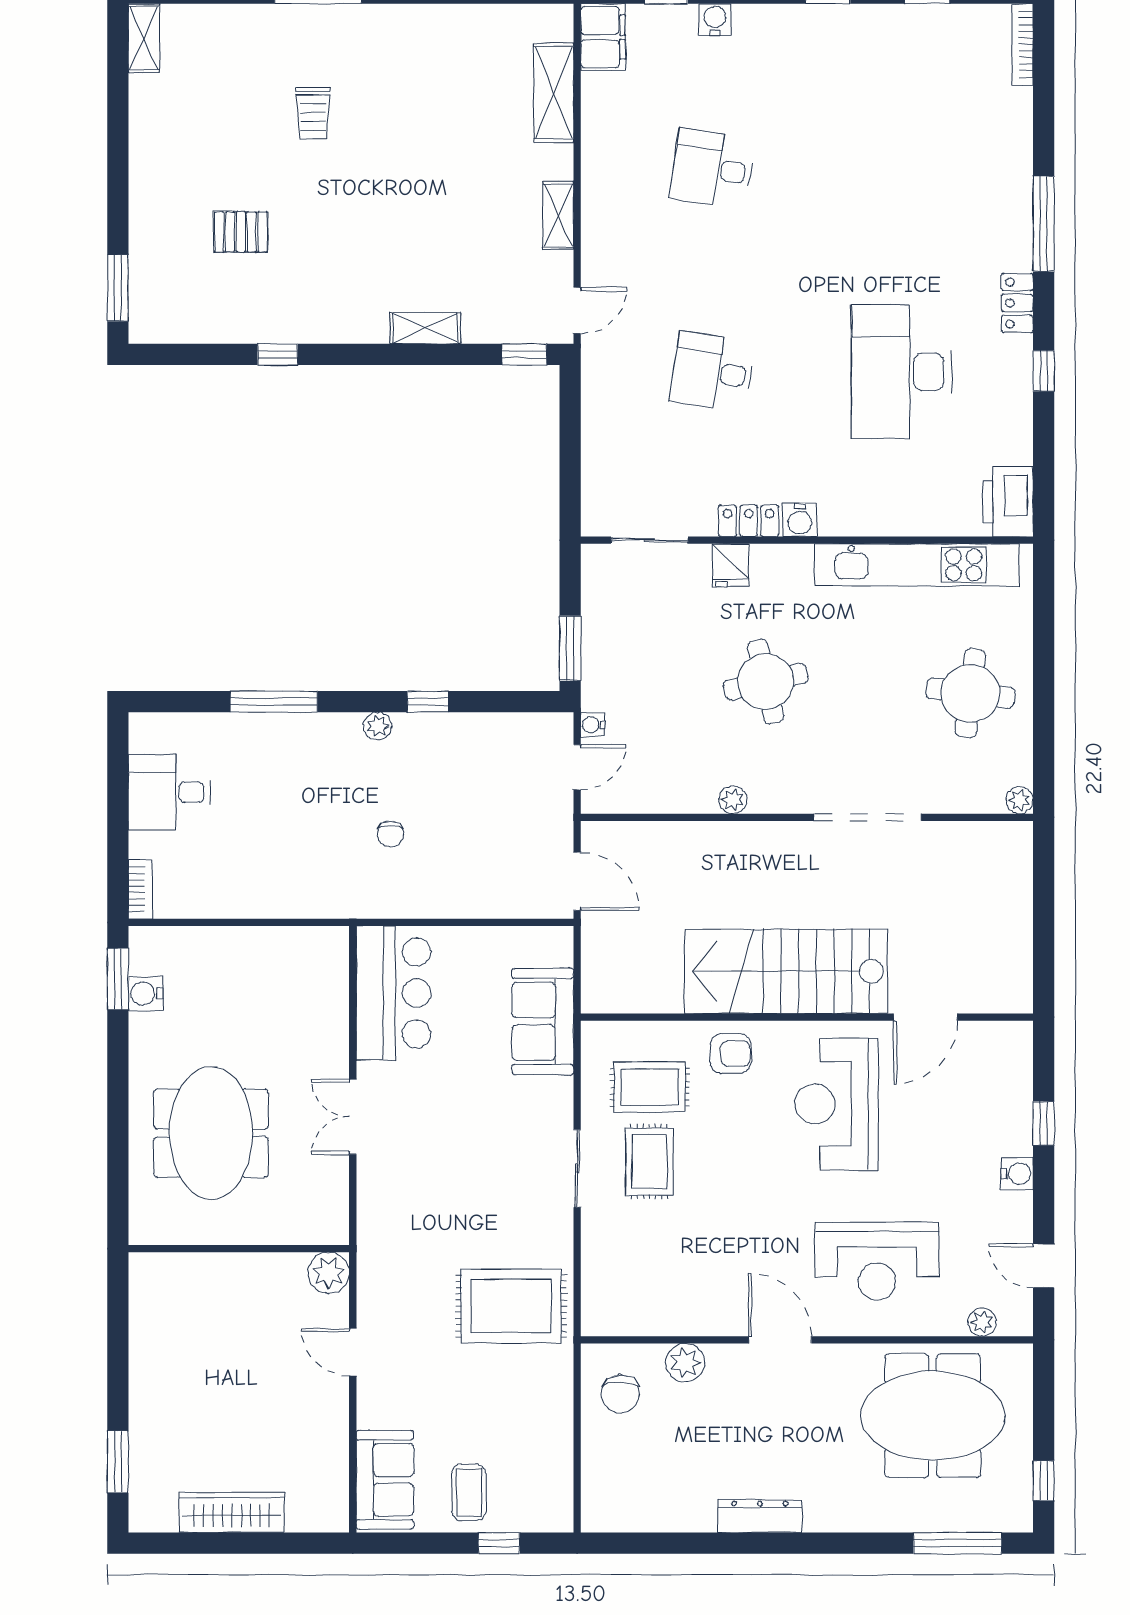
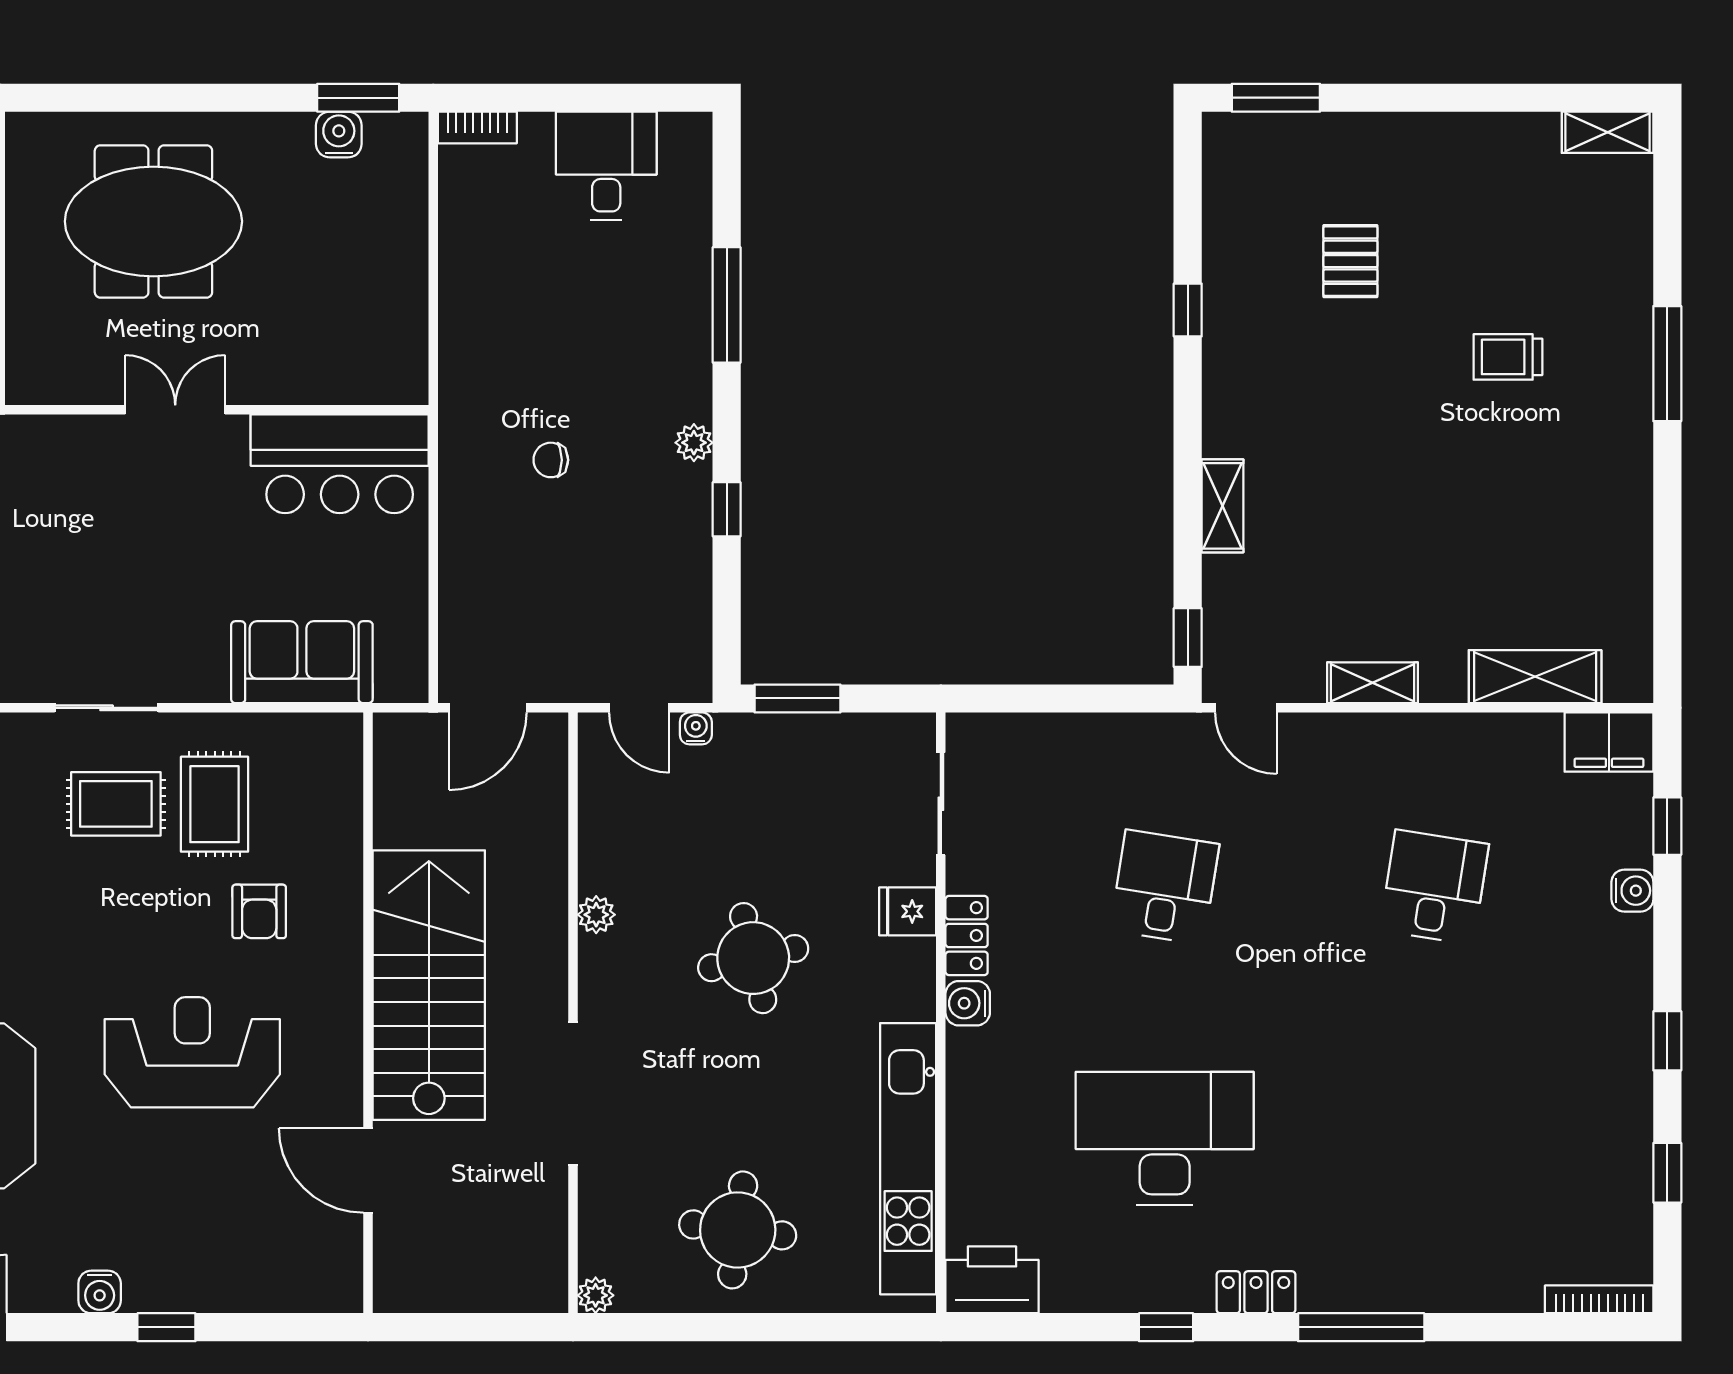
stairs: (786, 971) -> (429, 985), moved
wall: (807, 1017) -> (368, 1013), moved
door: (925, 1017) -> (368, 1170), moved

